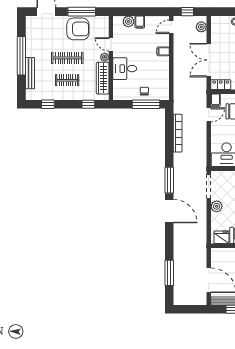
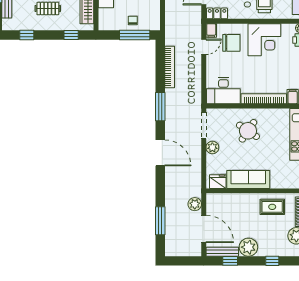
window: (169, 180) -> (160, 107), moved
plant: (201, 258) -> (195, 204), added

